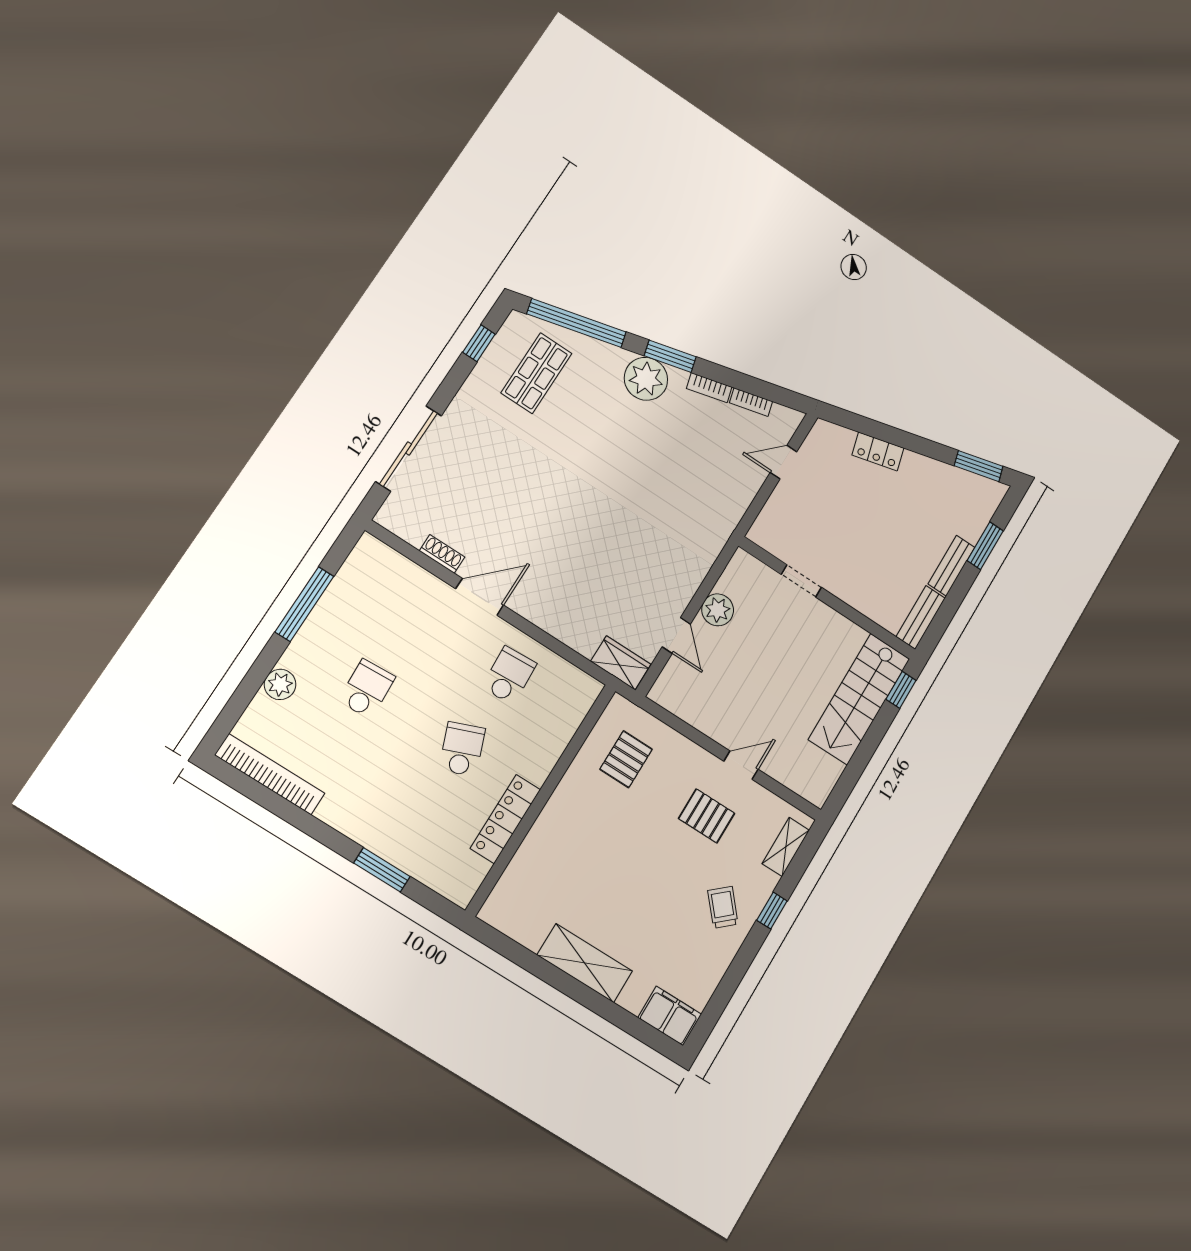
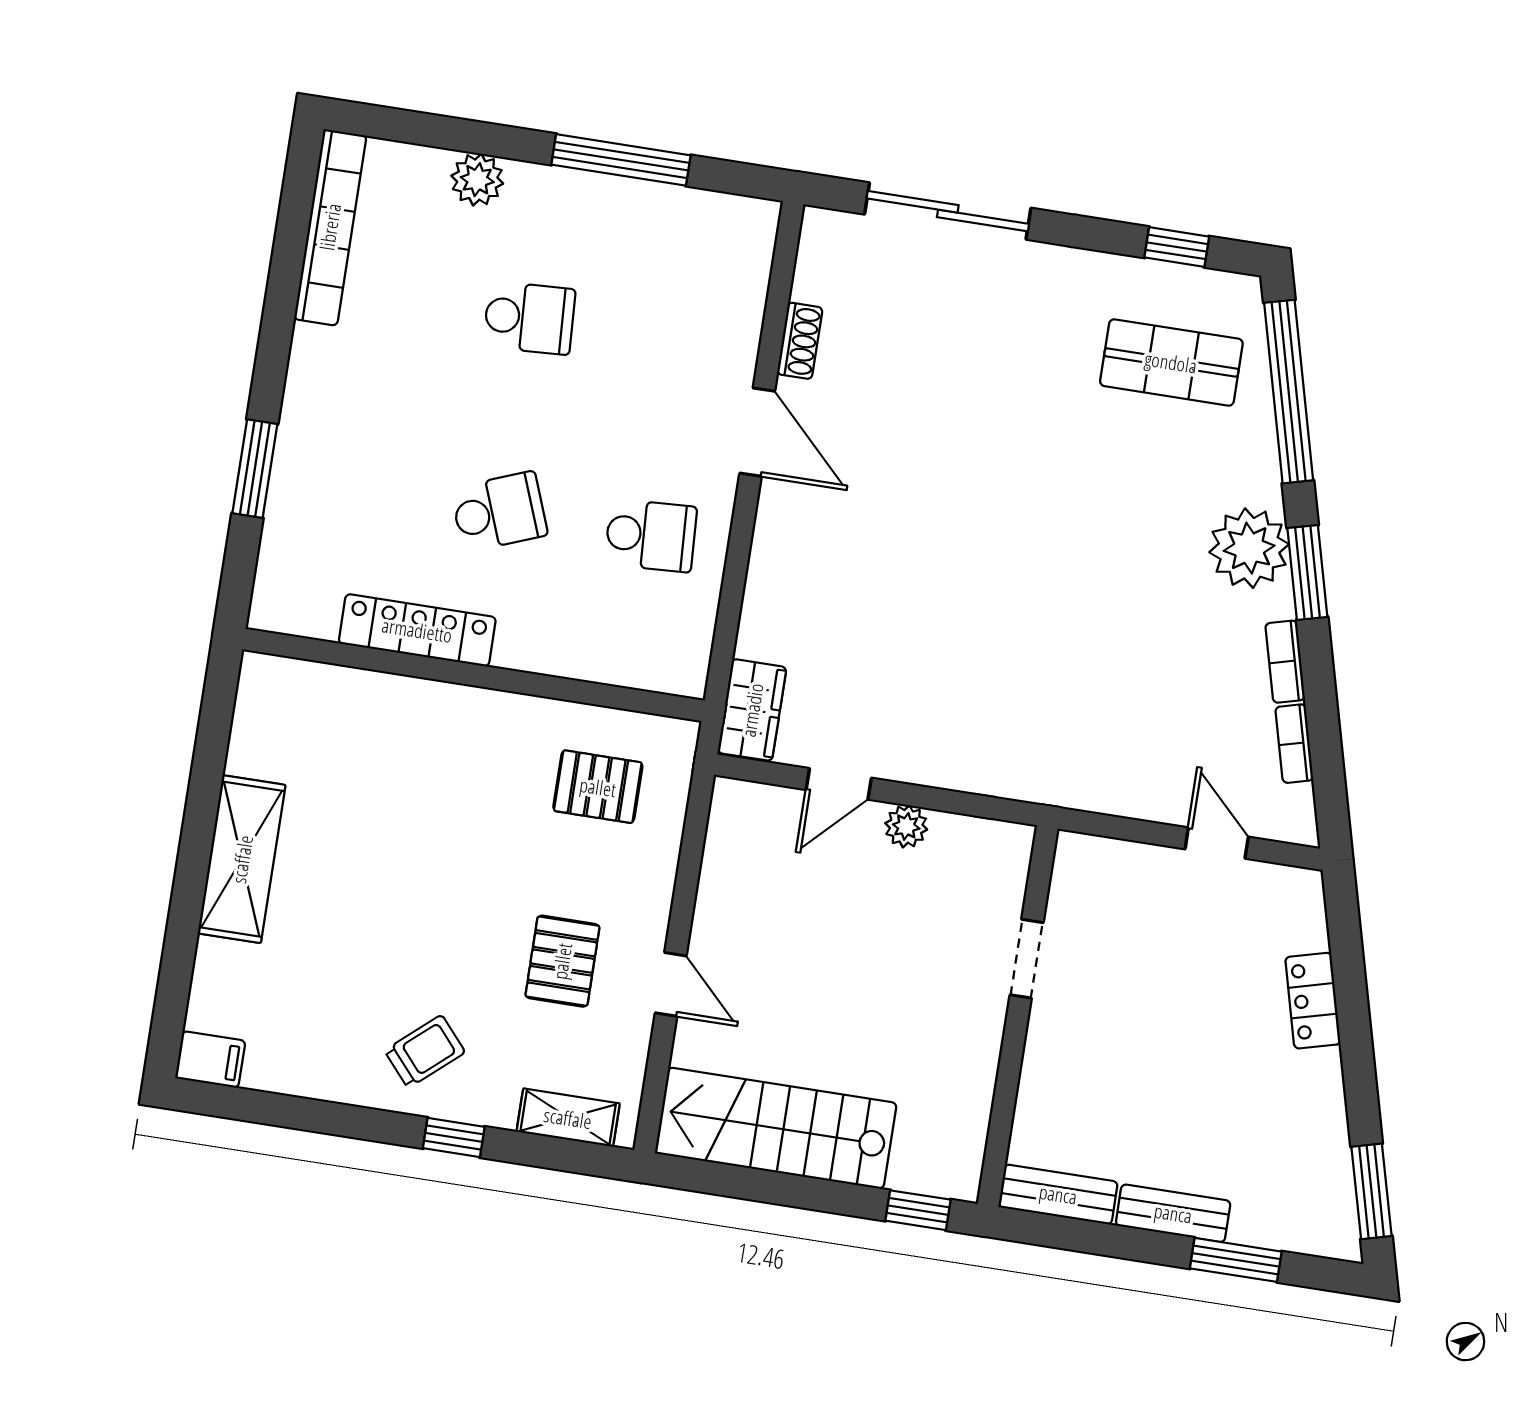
plant: (718, 610) -> (906, 826), width x0.73, depth x0.73
stairs: (859, 699) -> (776, 1128), moved
filing cabinet: (670, 1016) -> (210, 1060), width x0.50

